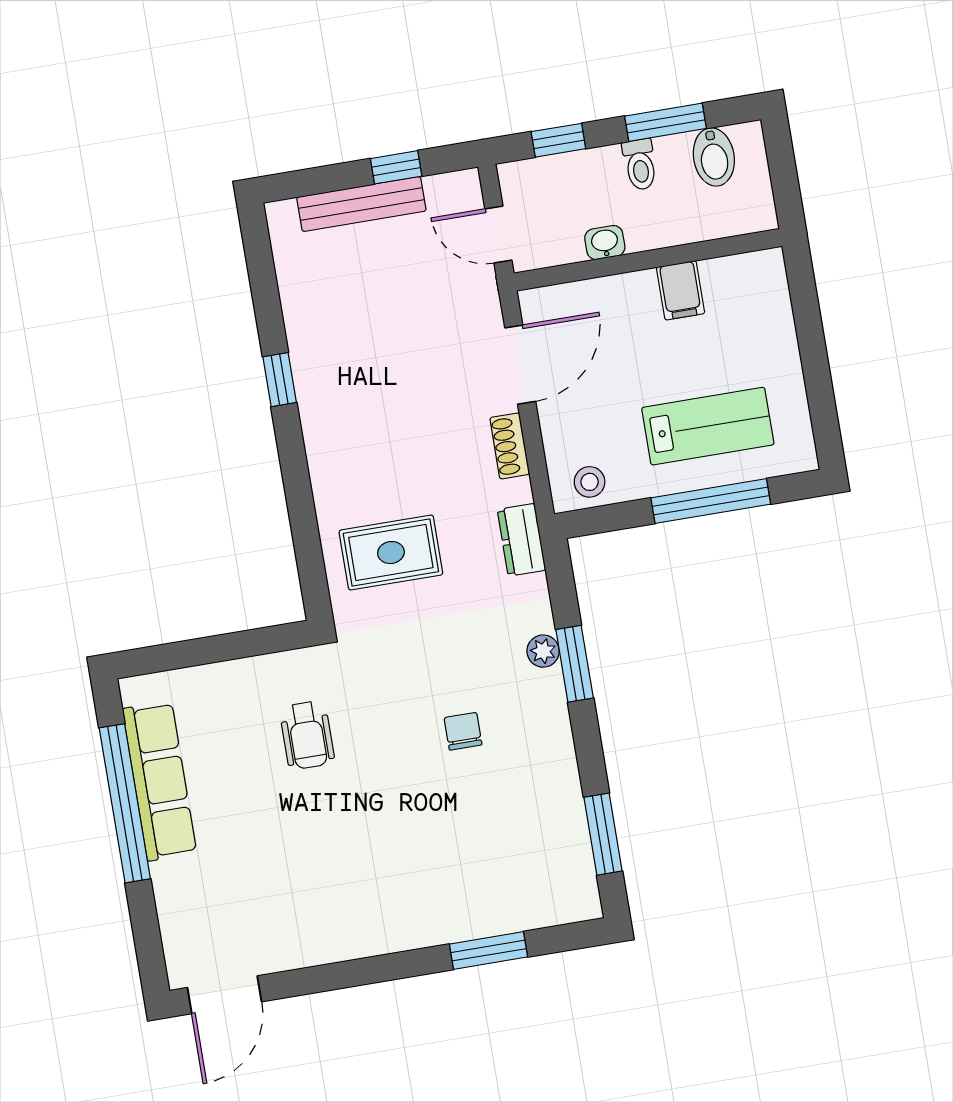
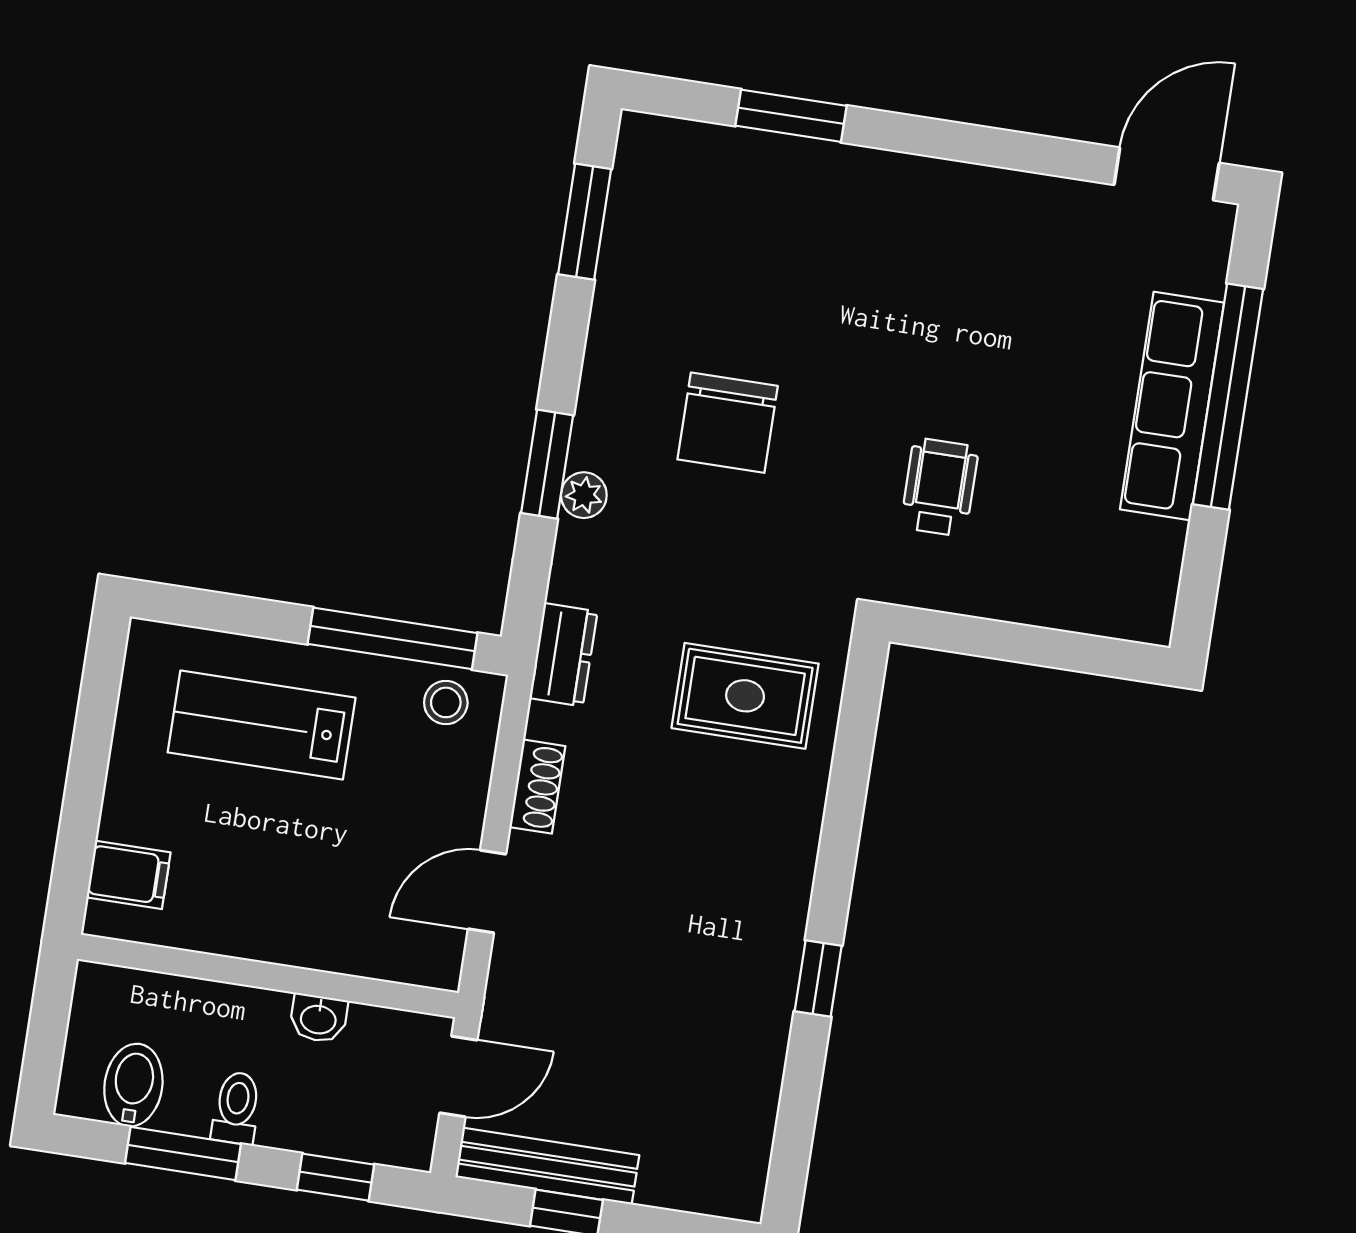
bench: (361, 204) -> (547, 1166), moved
door: (498, 235) -> (458, 1077), hinge flipped
filing cabinet: (681, 290) -> (129, 875), moved, turned 90
door: (520, 365) -> (487, 891), width x0.73
window: (711, 501) -> (393, 638), moved
chair: (463, 731) -> (728, 423), width x1.87, depth x1.87
row of seats: (160, 781) -> (1172, 406), moved
window: (125, 803) -> (1228, 397), moved

